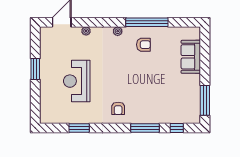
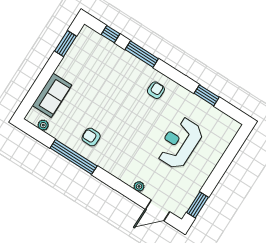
plant: (118, 31) -> (43, 125), moved
window: (35, 69) -> (197, 205), moved
reception desk: (77, 81) -> (179, 143), turned 180
window: (205, 100) -> (65, 44), width x0.69

